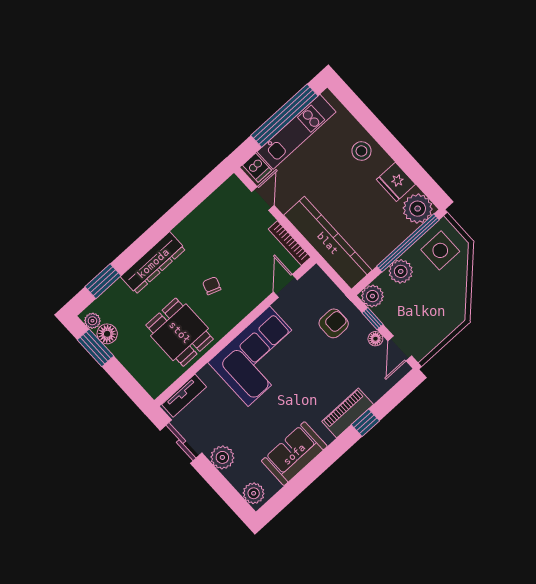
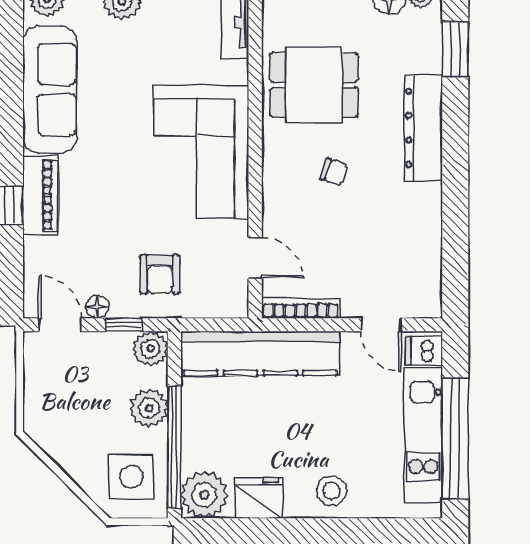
sofa: (294, 454) -> (50, 89), width x1.36

